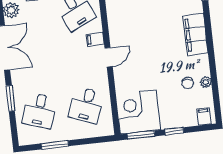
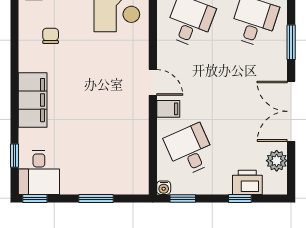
door: (109, 57) -> (153, 82), swing flipped
plant: (206, 82) -> (26, 34), removed

